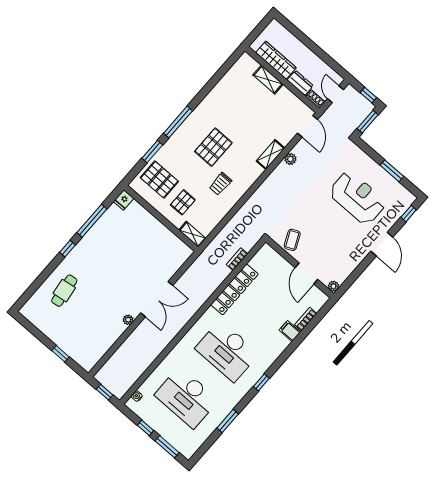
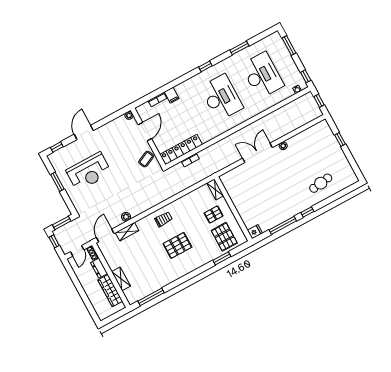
window: (178, 122) -> (151, 297), moved
shelving: (271, 155) -> (127, 232), moved
trolley: (220, 184) -> (164, 219), moved
reception desk: (357, 198) -> (89, 172), turned -90
locker: (235, 289) -> (181, 149), moved
window: (145, 428) -> (306, 76), moved

